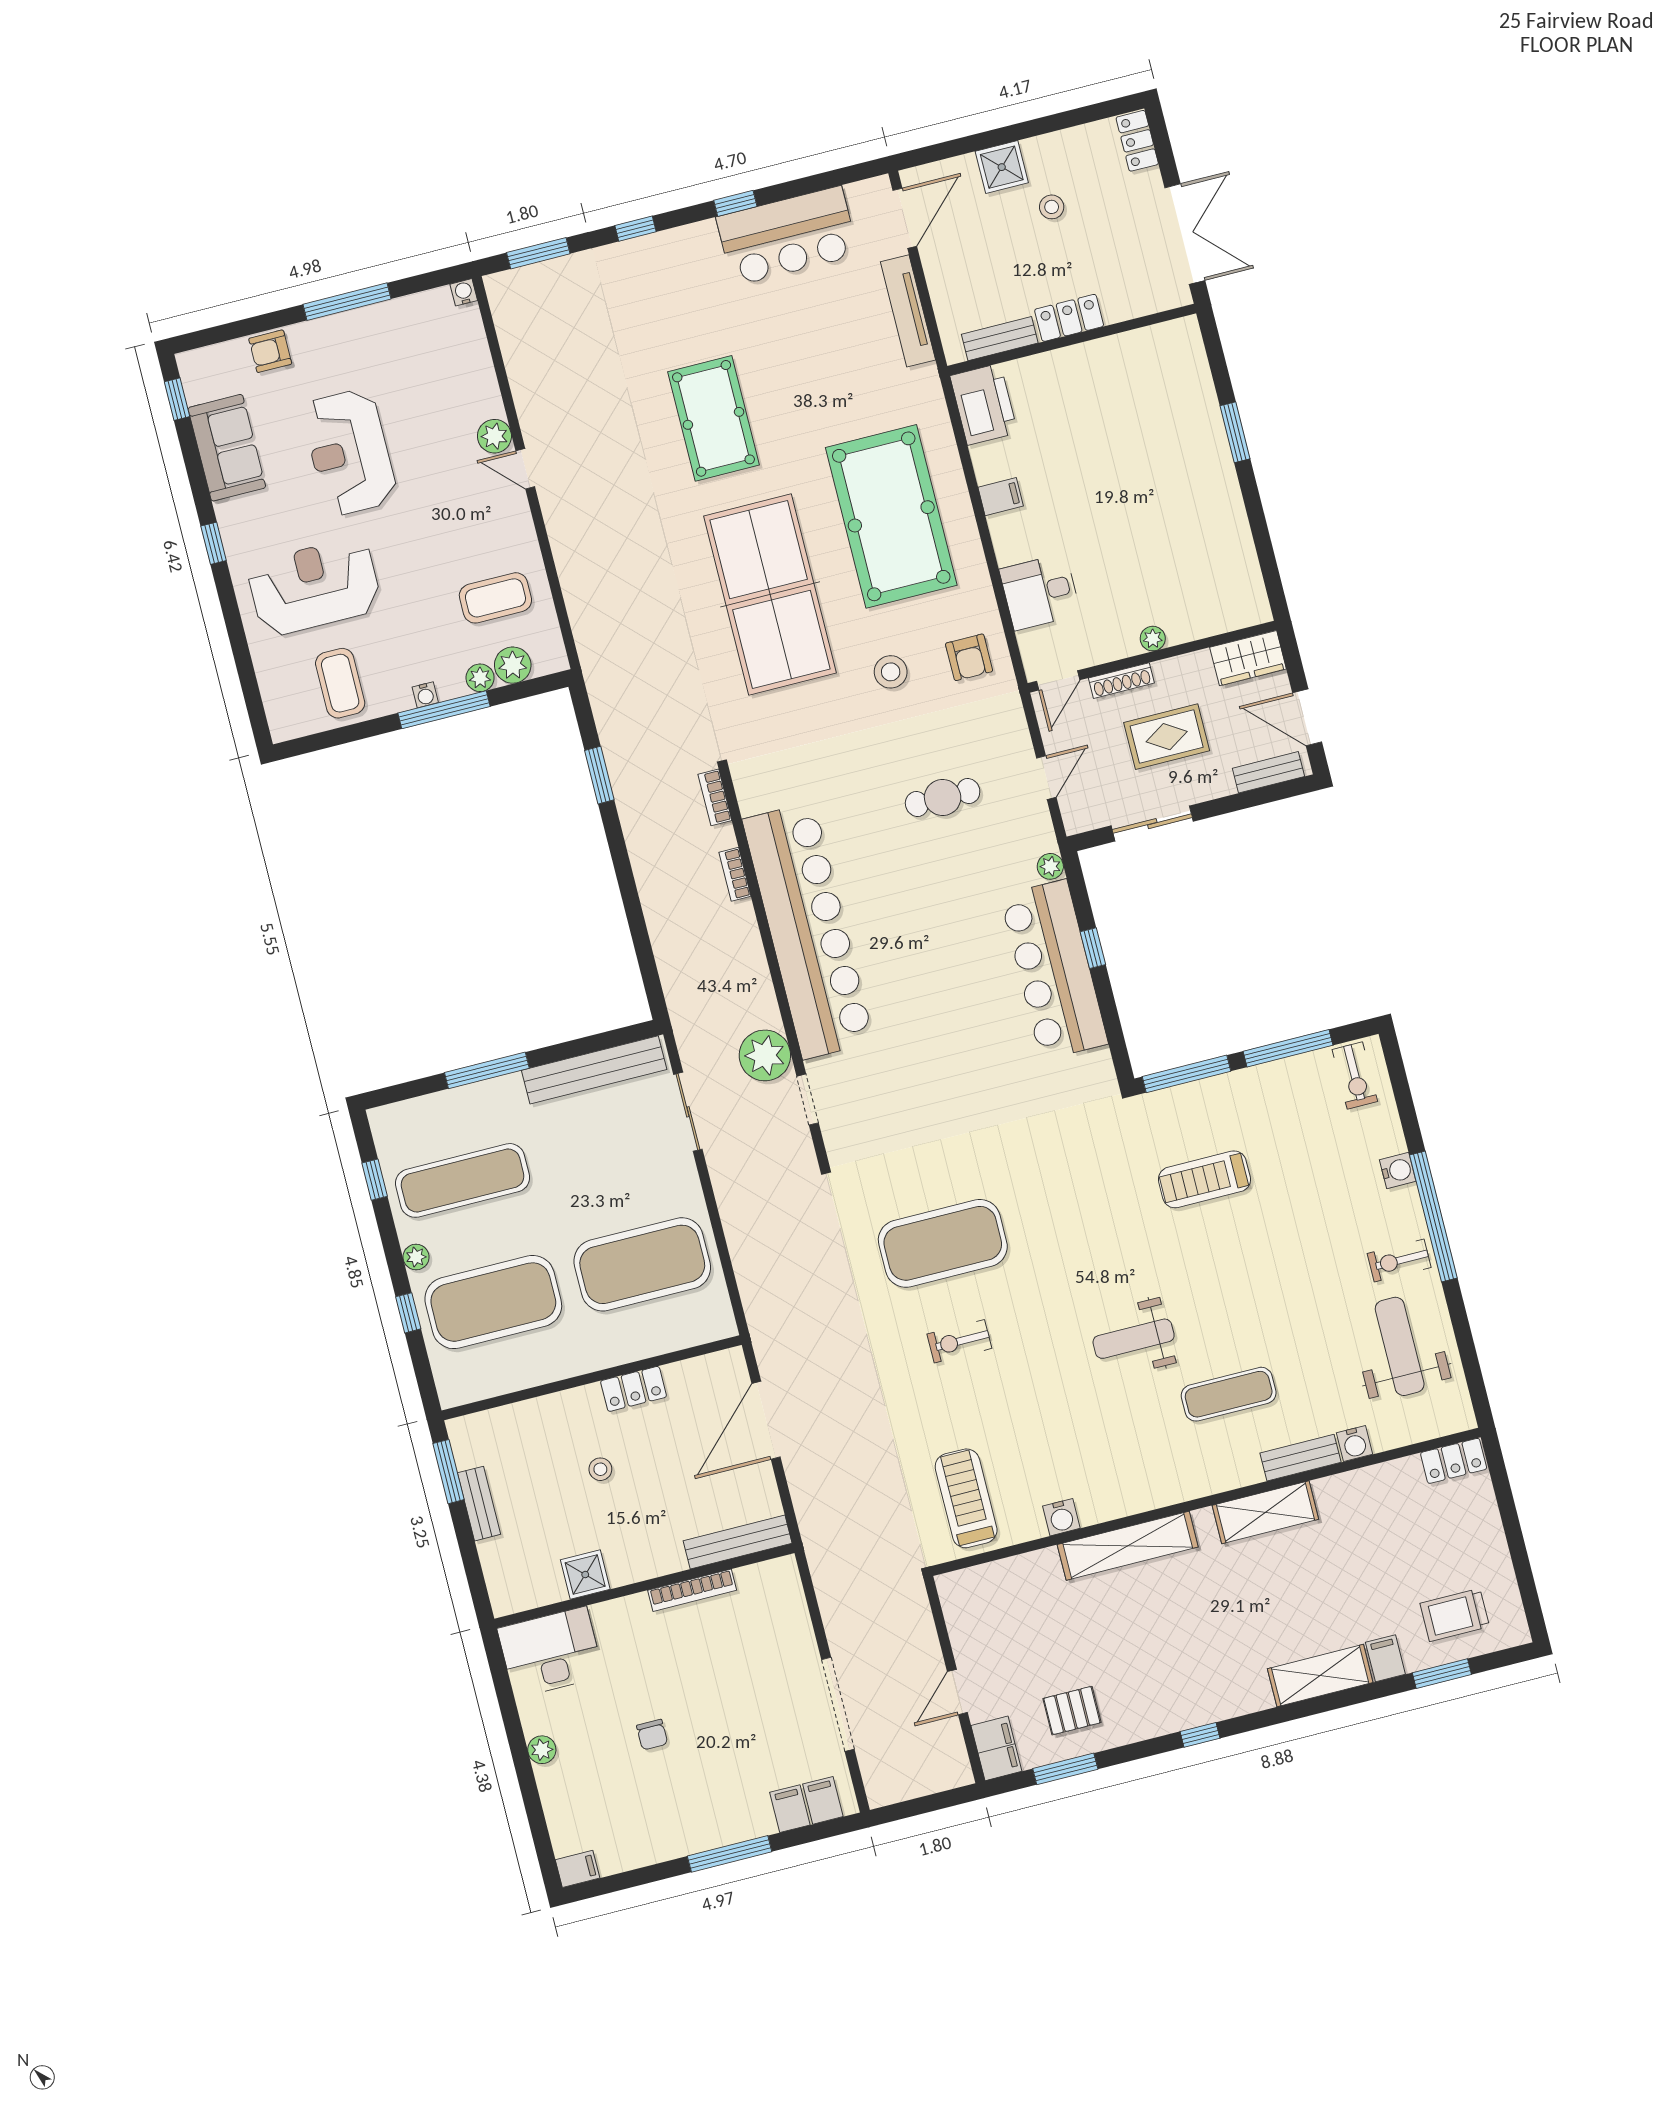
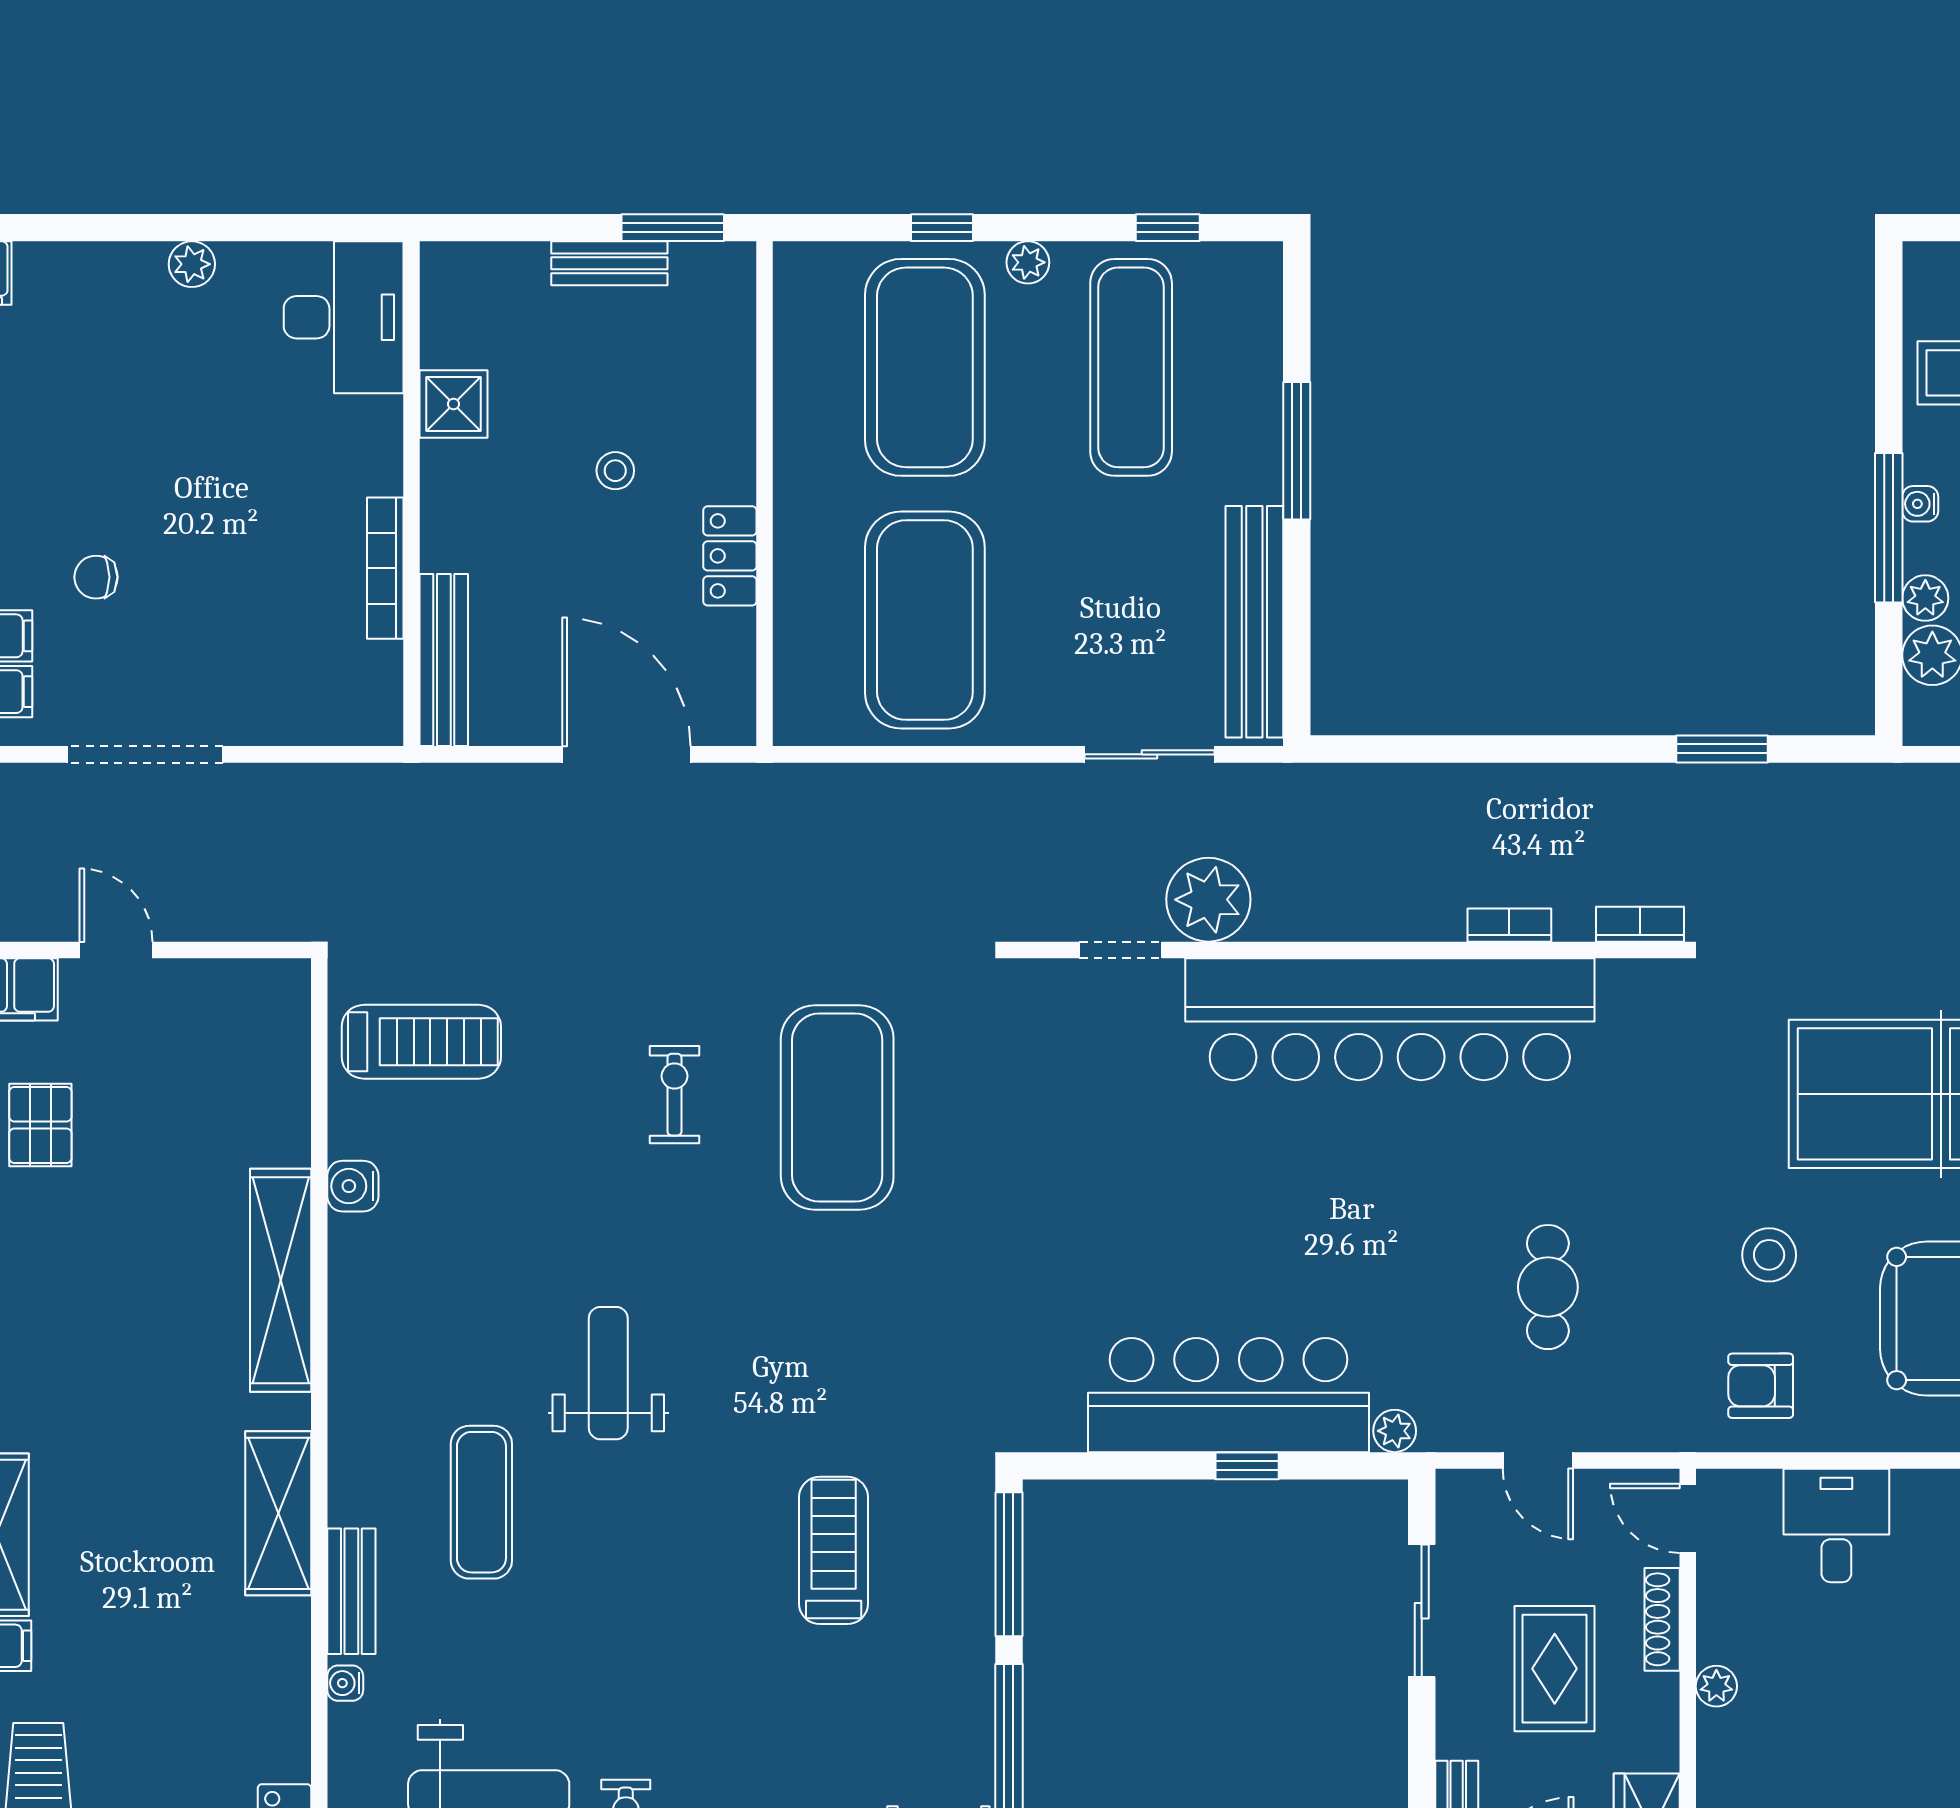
water cooler: (1355, 1444) -> (345, 1683), width x0.72, depth x0.72
chair: (652, 1735) -> (96, 577), moved

